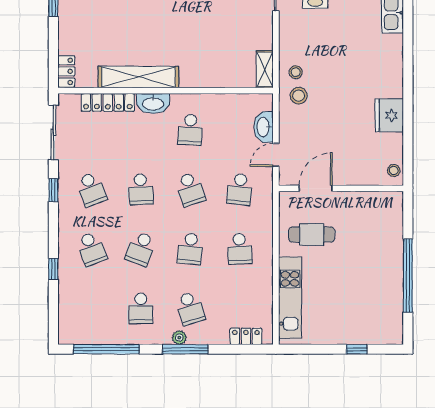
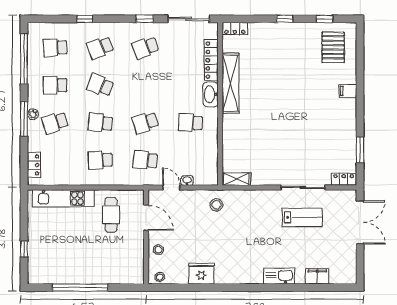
stool: (296, 72) -> (158, 250), moved
washbasin: (264, 127) -> (187, 181), width x0.52, depth x0.69
school desk: (141, 189) -> (55, 48), moved

